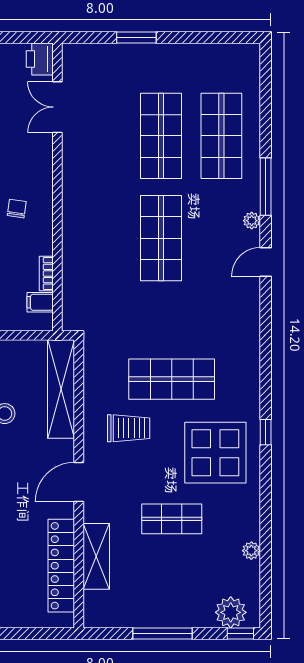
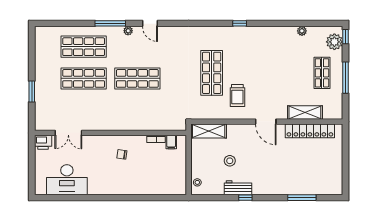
shelving: (61, 389) -> (209, 131), width x0.68
trolley: (129, 428) -> (237, 96), turned 180
display table: (215, 453) -> (250, 50), removed
shop shelf: (172, 519) -> (322, 73), moved

